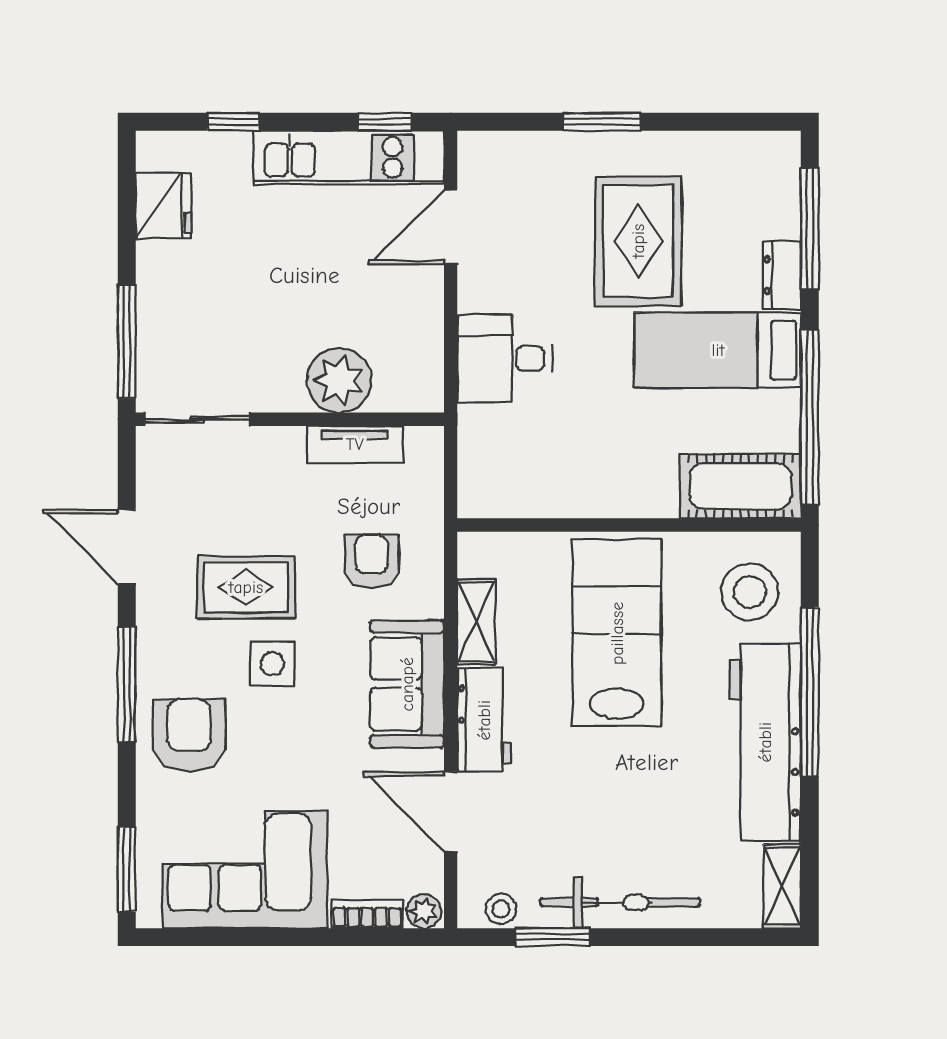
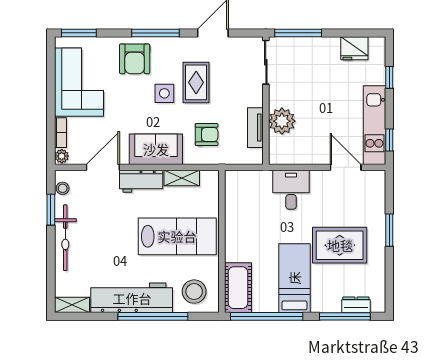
dresser: (782, 275) -> (356, 305), moved
armchair: (189, 735) -> (135, 59), turned 90

